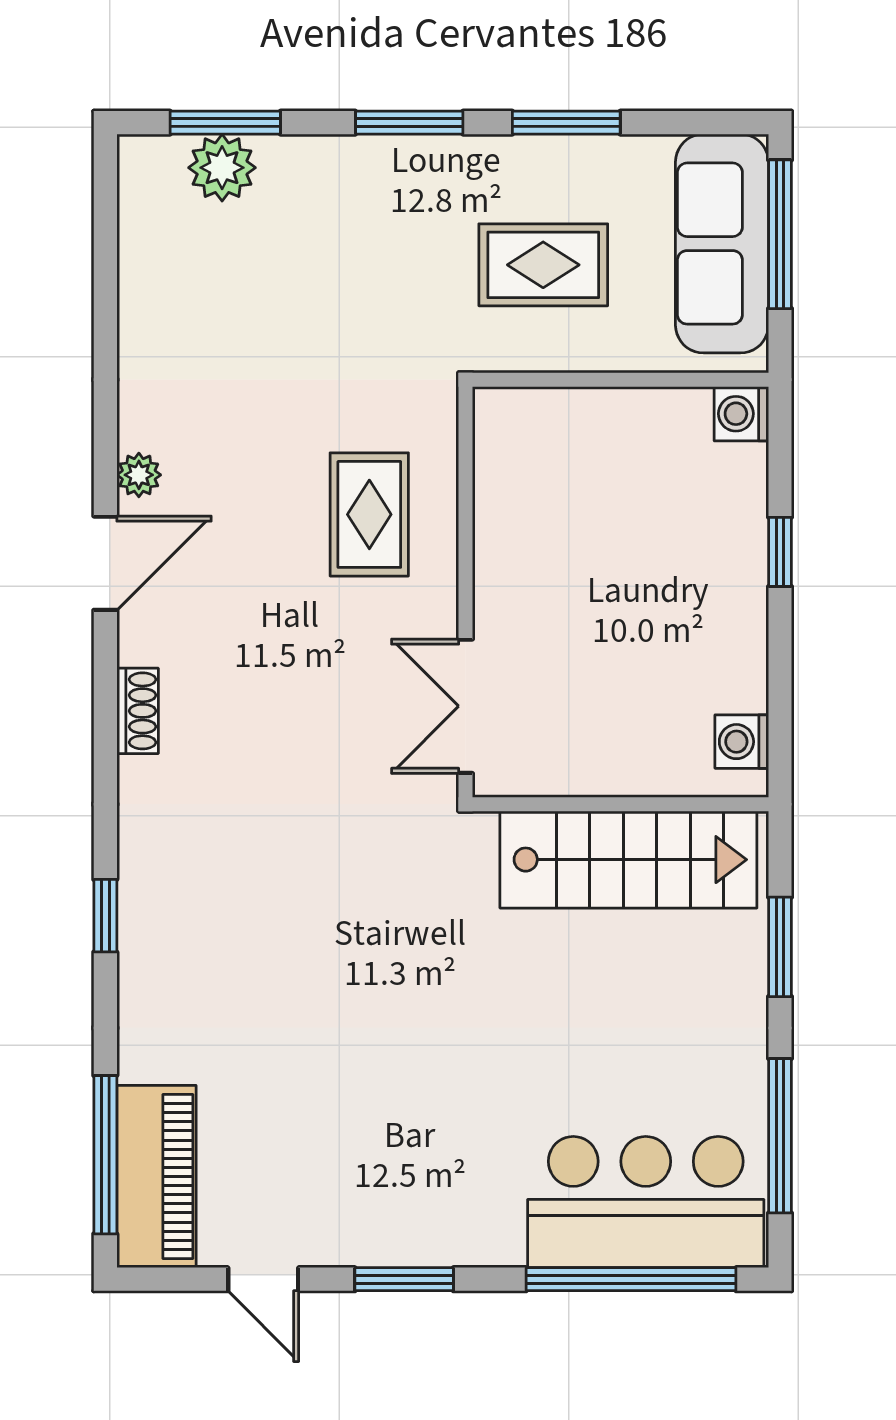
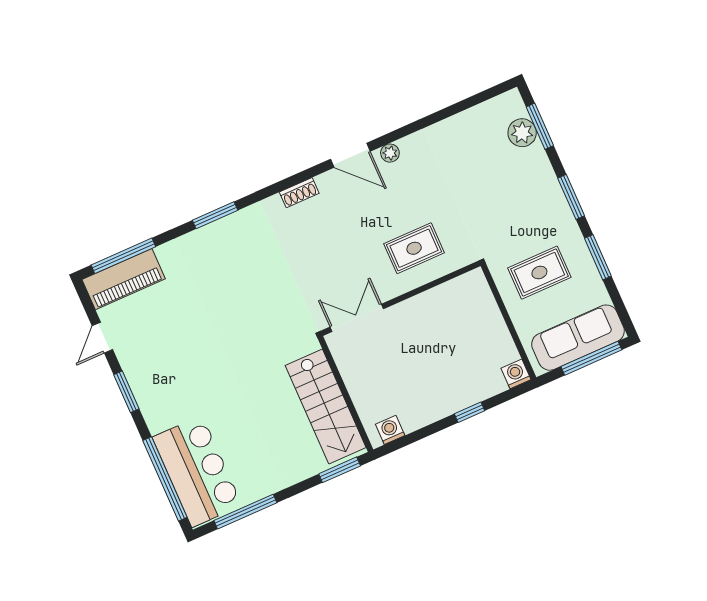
rug: (543, 265) -> (539, 273), turned 90
window: (105, 916) -> (215, 215), width x1.50
window: (780, 947) -> (340, 470), moved

